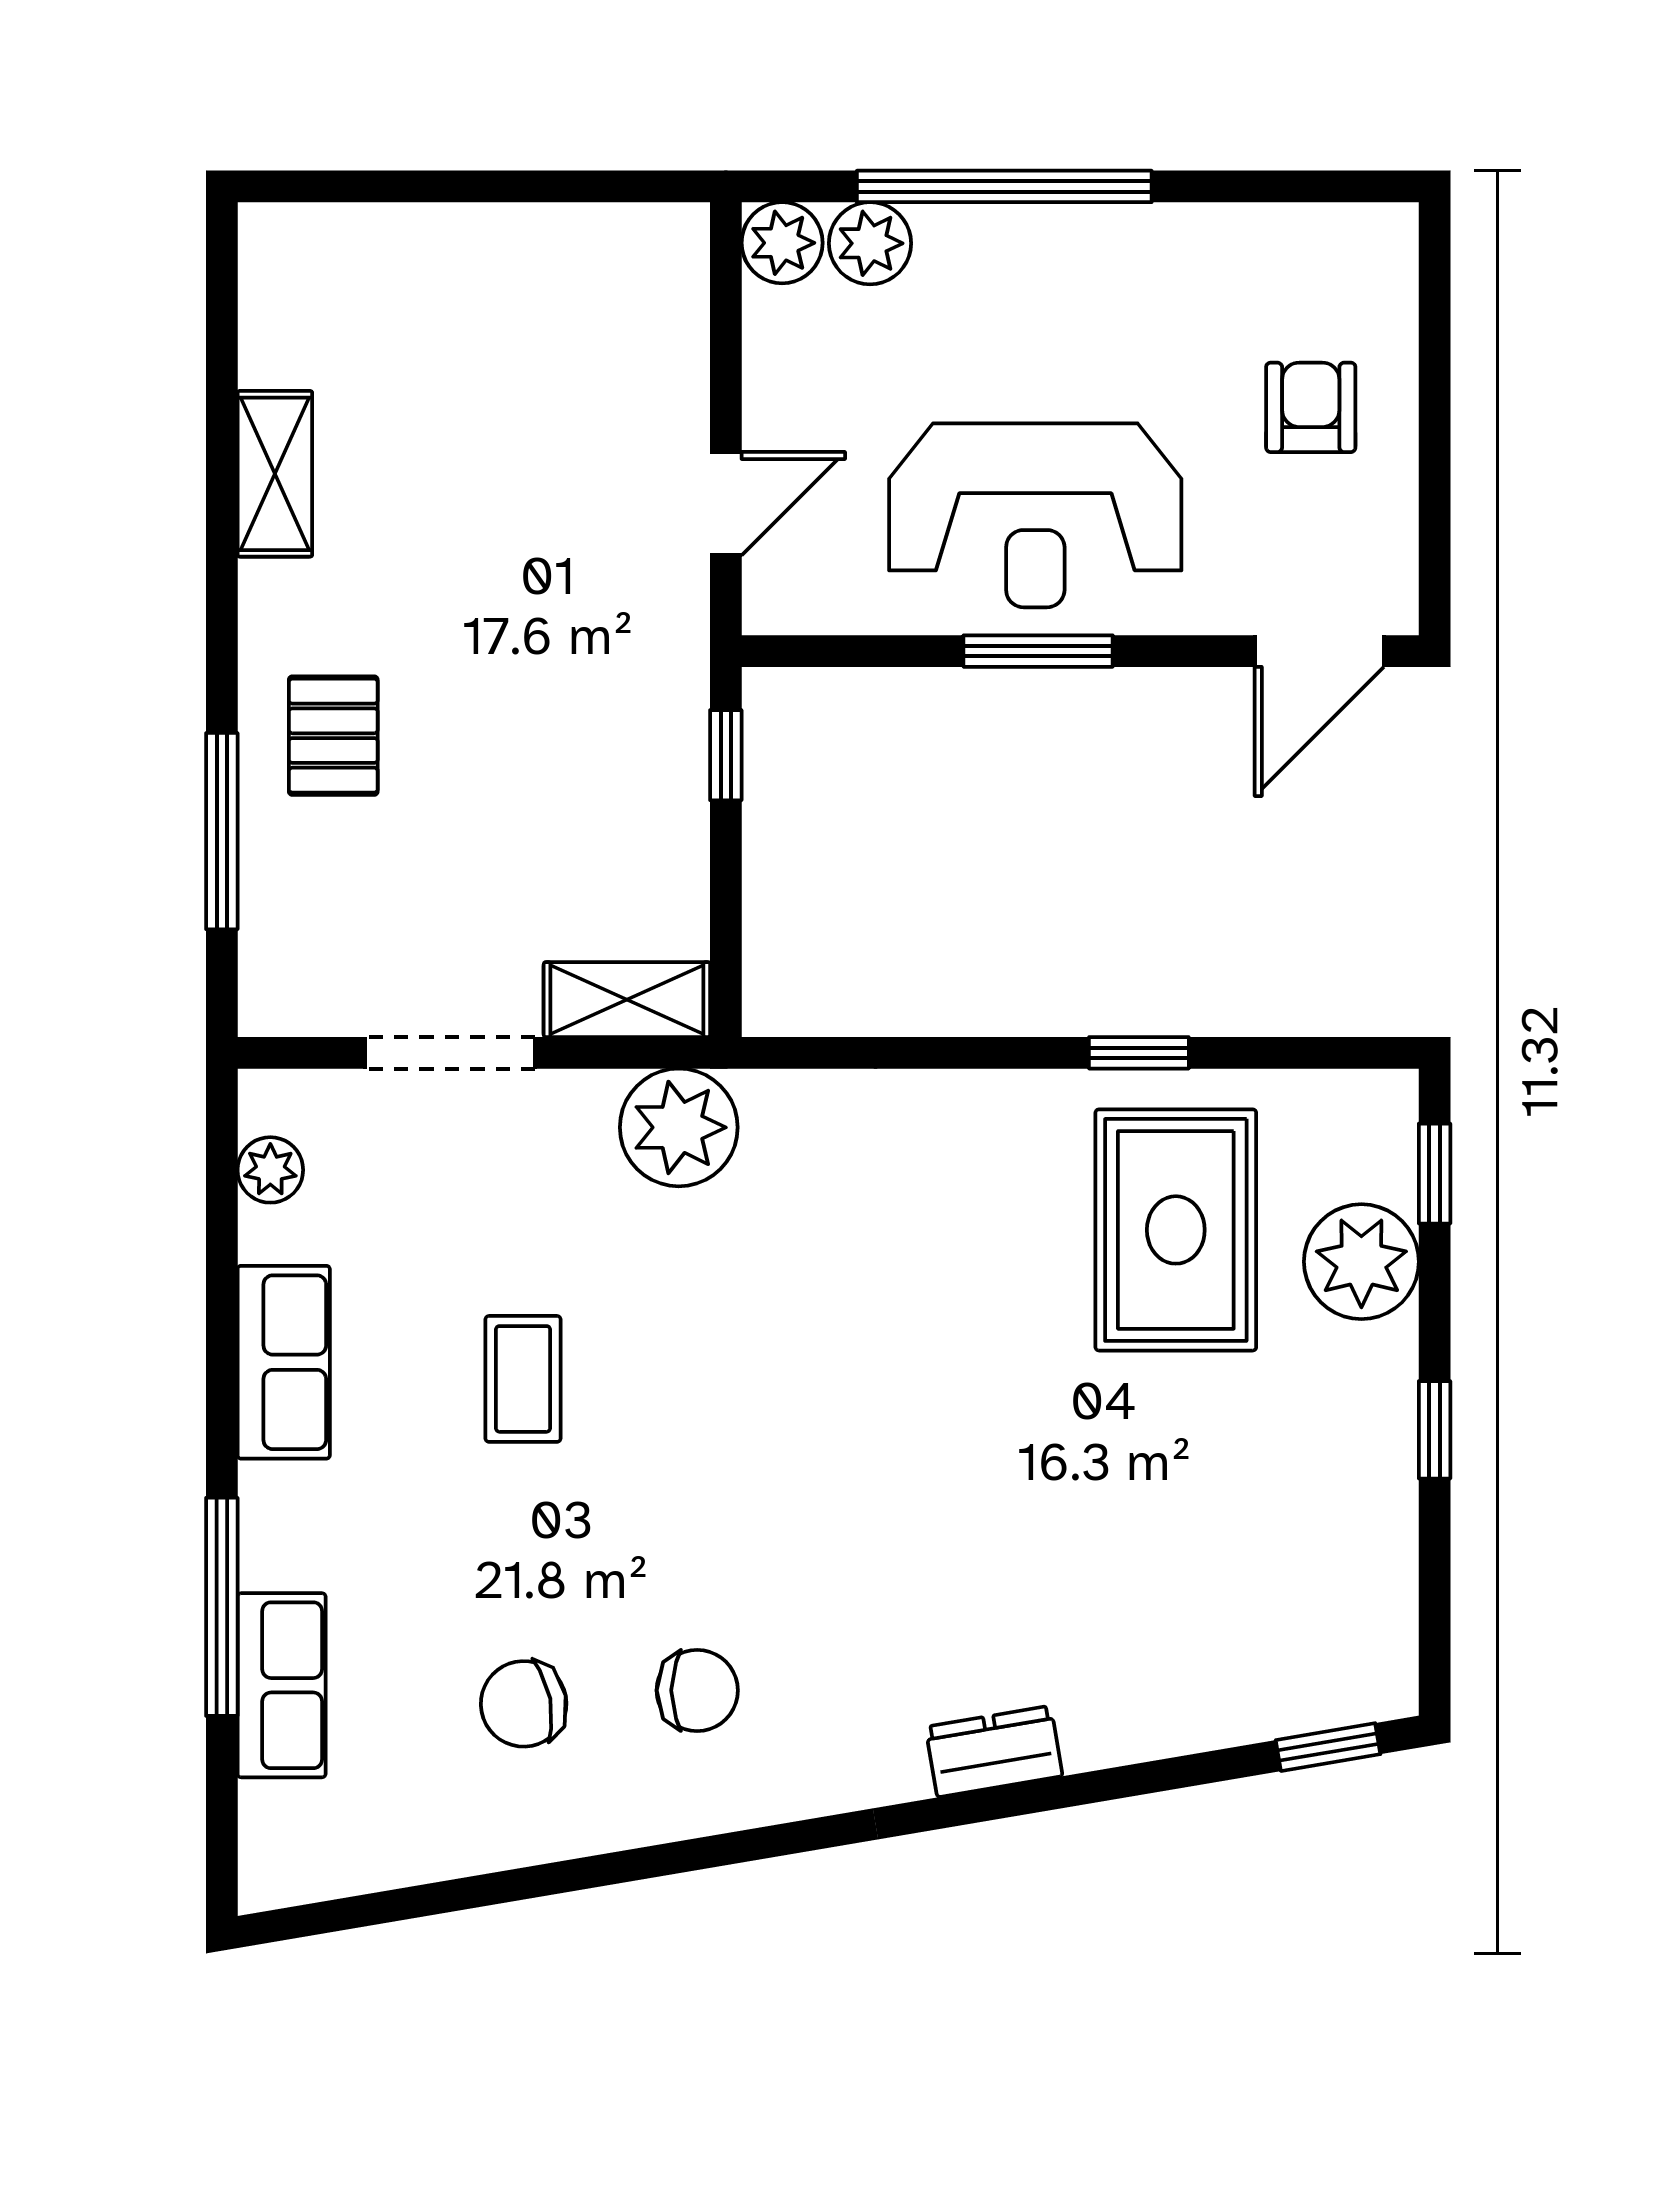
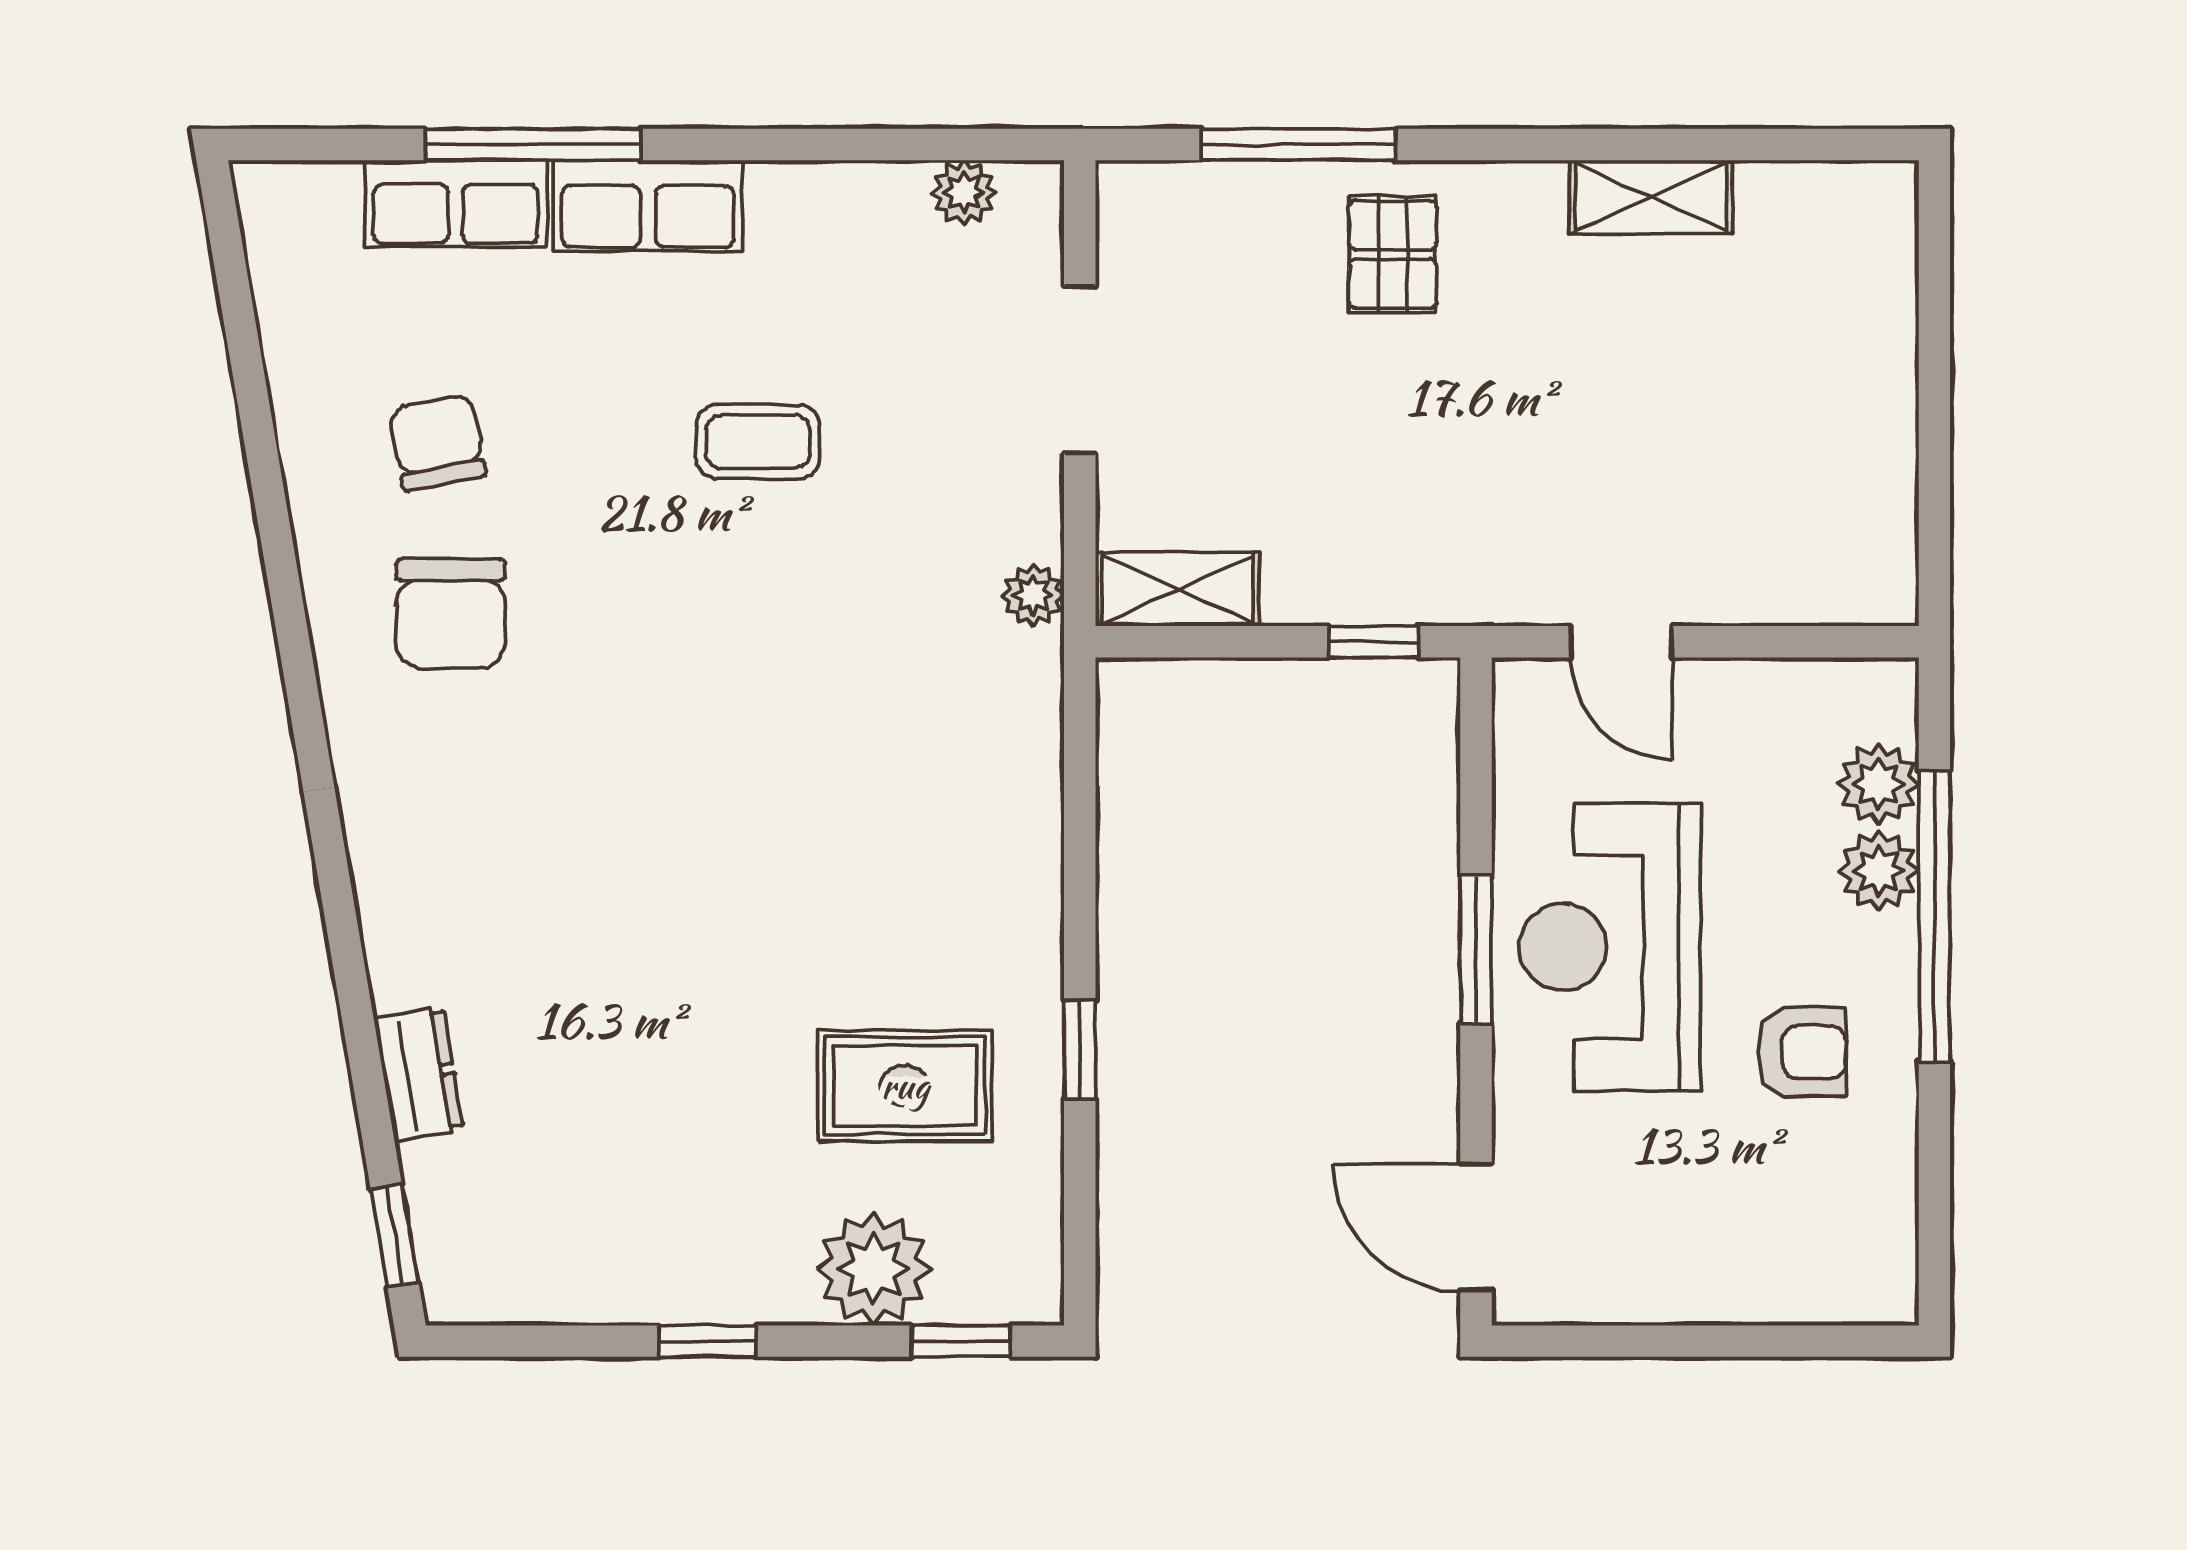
plant: (782, 243) -> (1879, 871), moved
armchair: (1311, 407) -> (1802, 1052), moved
pallet: (333, 736) -> (1393, 254), turned 90
shelving: (627, 1000) -> (1177, 589), moved, turned 90
plant: (679, 1127) -> (1033, 595), width x0.53, depth x0.53
rug: (1176, 1230) -> (905, 1086), width x0.73, depth x0.70
row of seats: (284, 1362) -> (648, 206), moved
chair: (697, 1690) -> (451, 614), width x1.37, depth x1.37
dresser: (994, 1751) -> (419, 1074), moved

